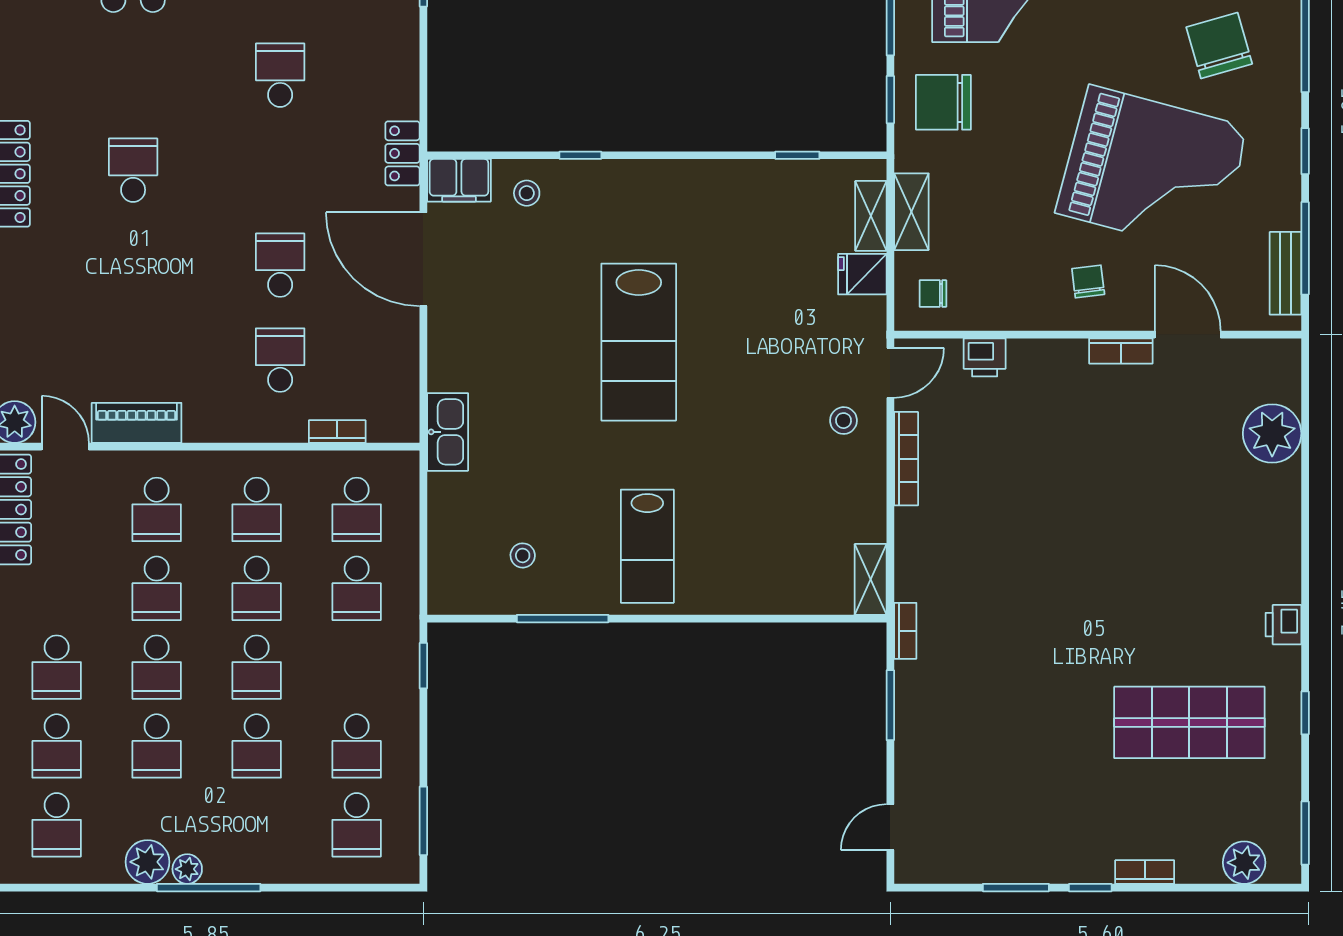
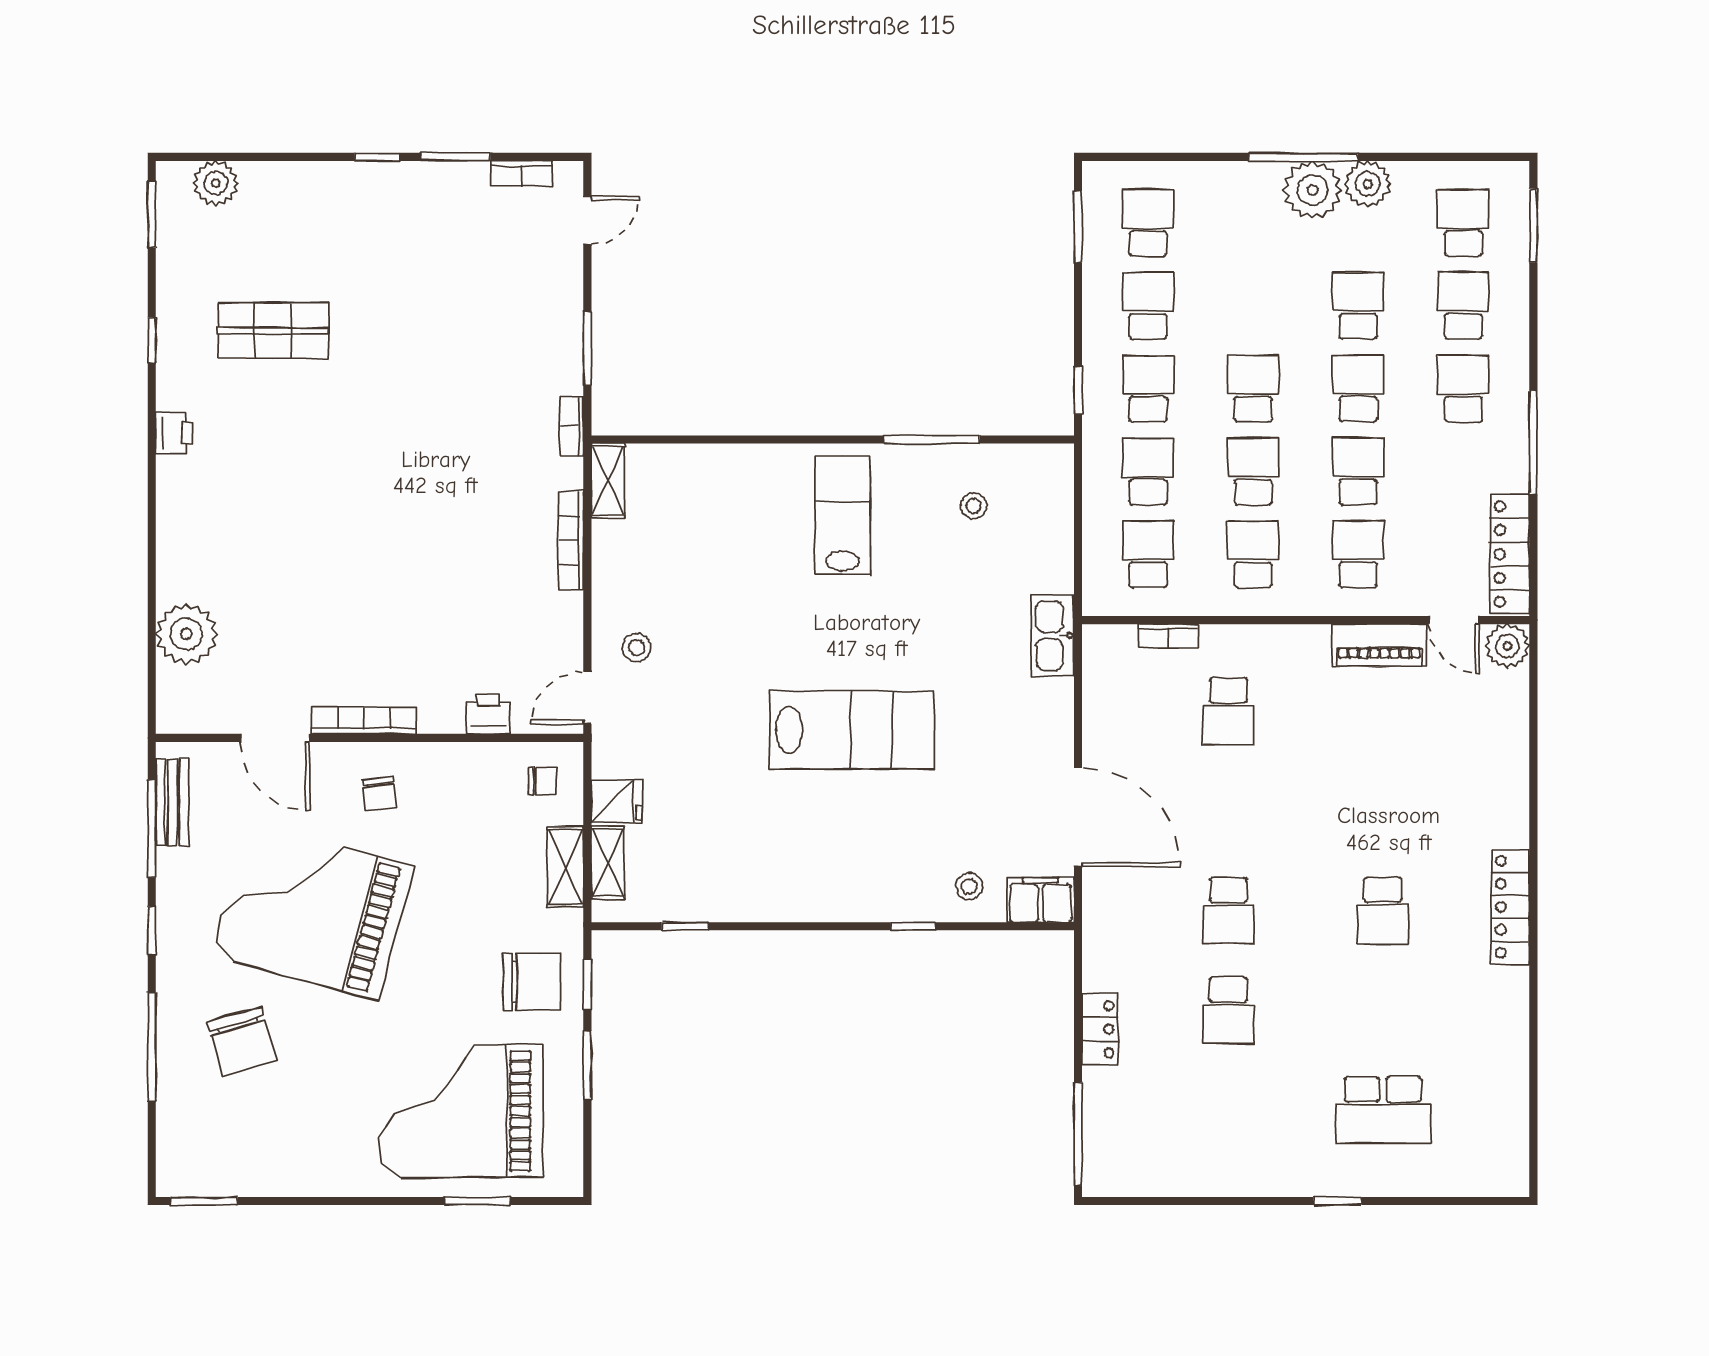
locker: (402, 153) -> (1100, 1029), moved
school desk: (280, 265) -> (1228, 911), moved
lab bench: (639, 342) -> (852, 730), turned 90
bookcase: (1121, 351) -> (364, 721), width x1.56
bookcase: (906, 459) -> (571, 541), moved
shop shelf: (1189, 722) -> (273, 330), width x0.70, depth x0.74
school desk: (257, 746) -> (1148, 389), moved
plant: (187, 869) -> (1312, 190), width x1.87, depth x1.87
bookcase: (1145, 872) -> (521, 173), moved

